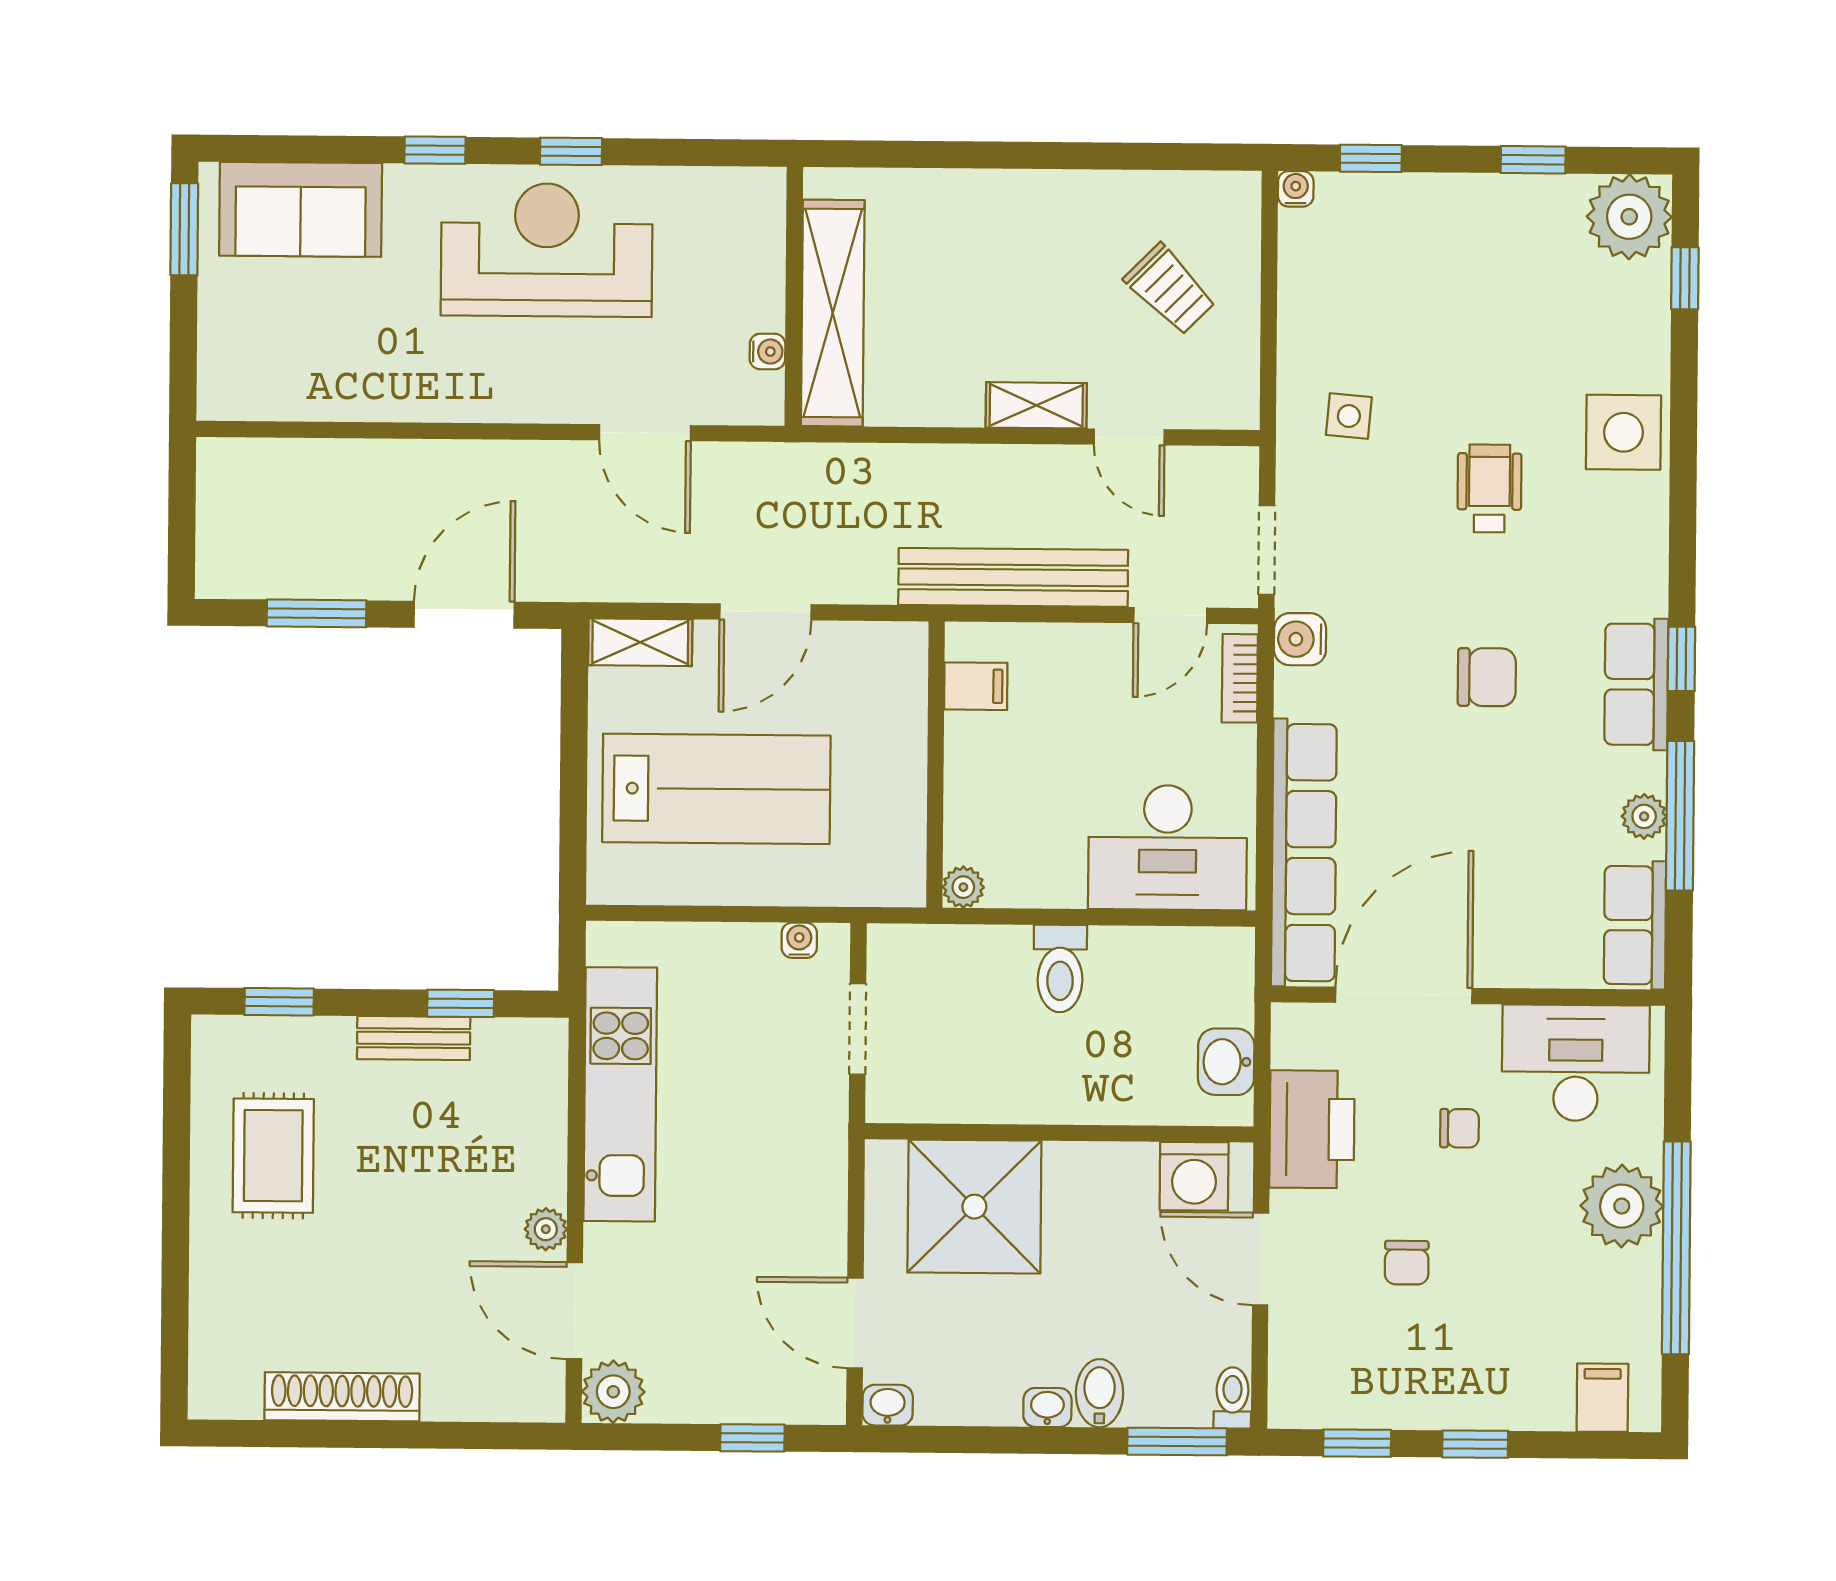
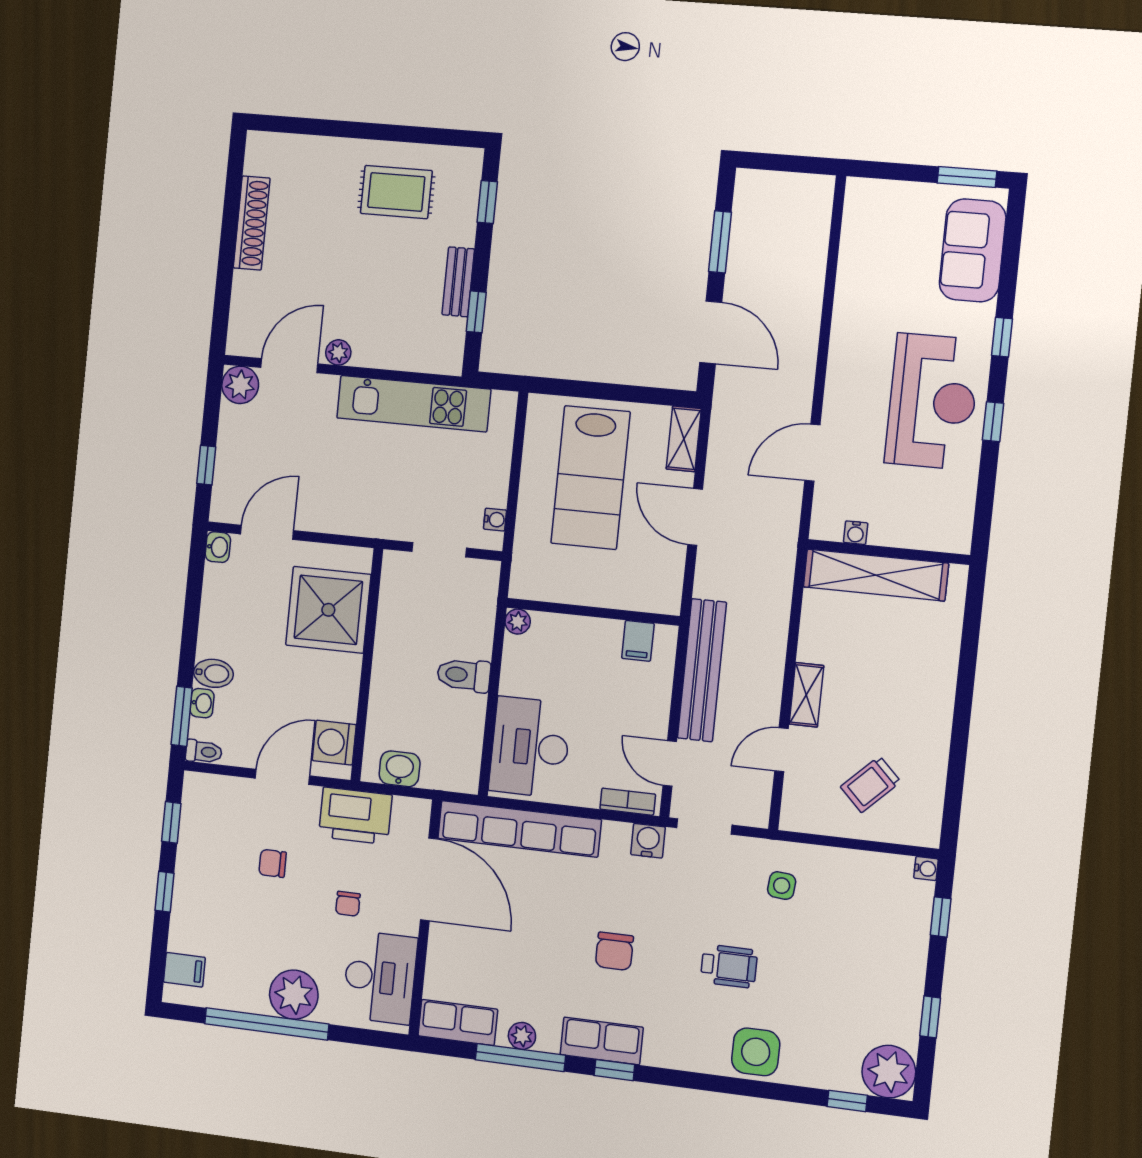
washbasin: (1047, 1407) -> (202, 703), moved

